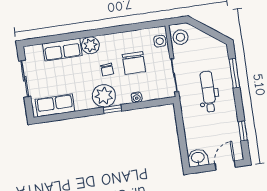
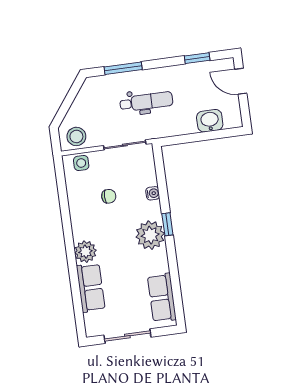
chair: (134, 63) -> (109, 196), width x0.54, depth x0.54
chair: (107, 70) -> (117, 231), removed
dental chair: (208, 92) -> (146, 102), turned 180
washbasin: (198, 158) -> (210, 121), moved, turned 90

